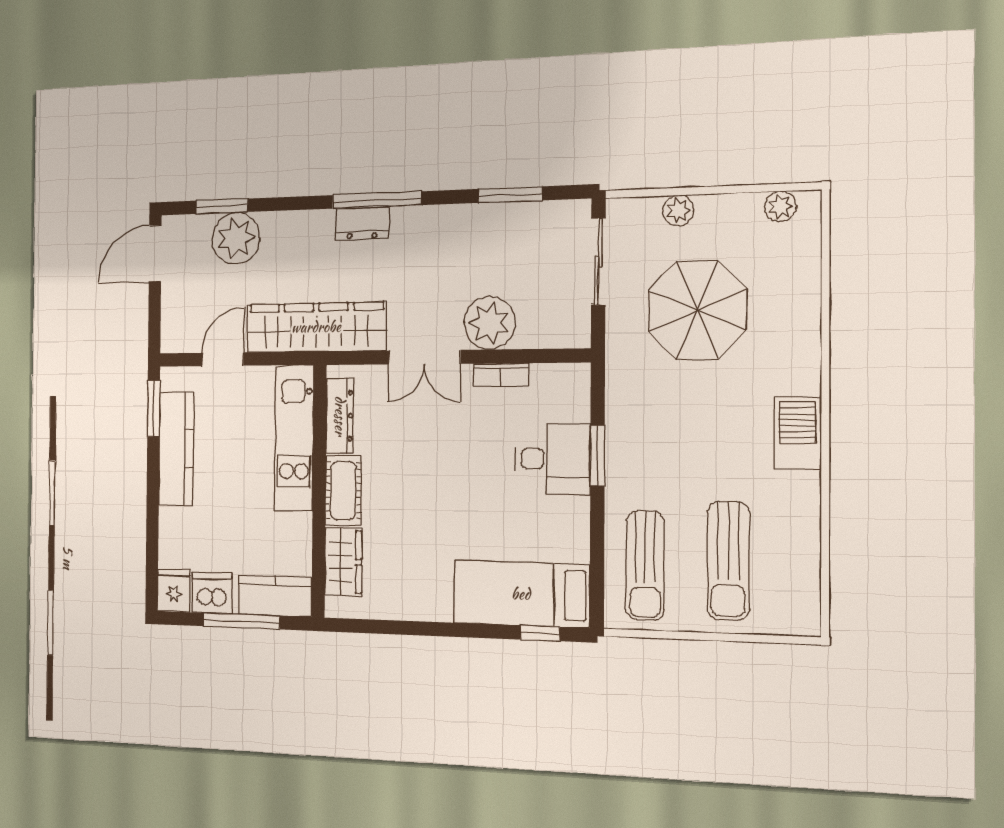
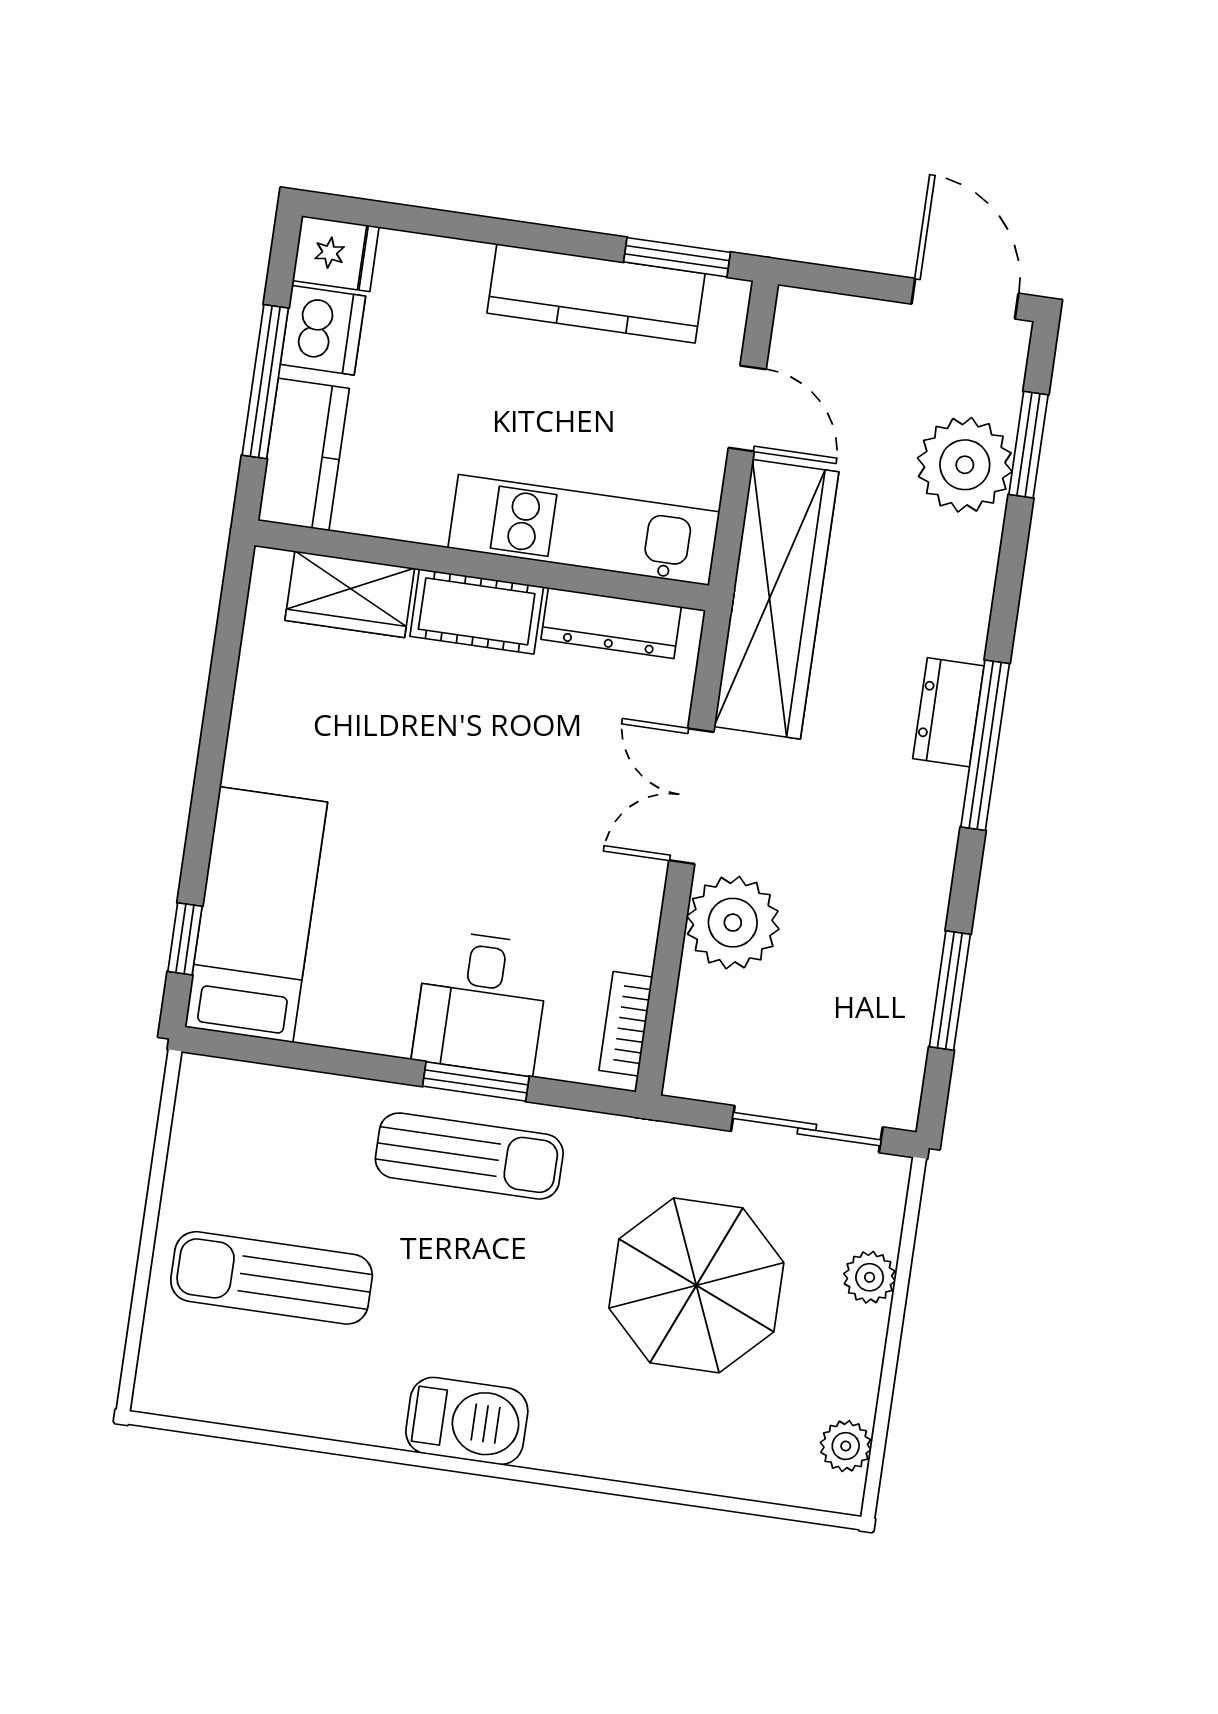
bookcase: (501, 375) -> (626, 1024), moved
sun lounger: (645, 566) -> (469, 1156), moved, turned 180

